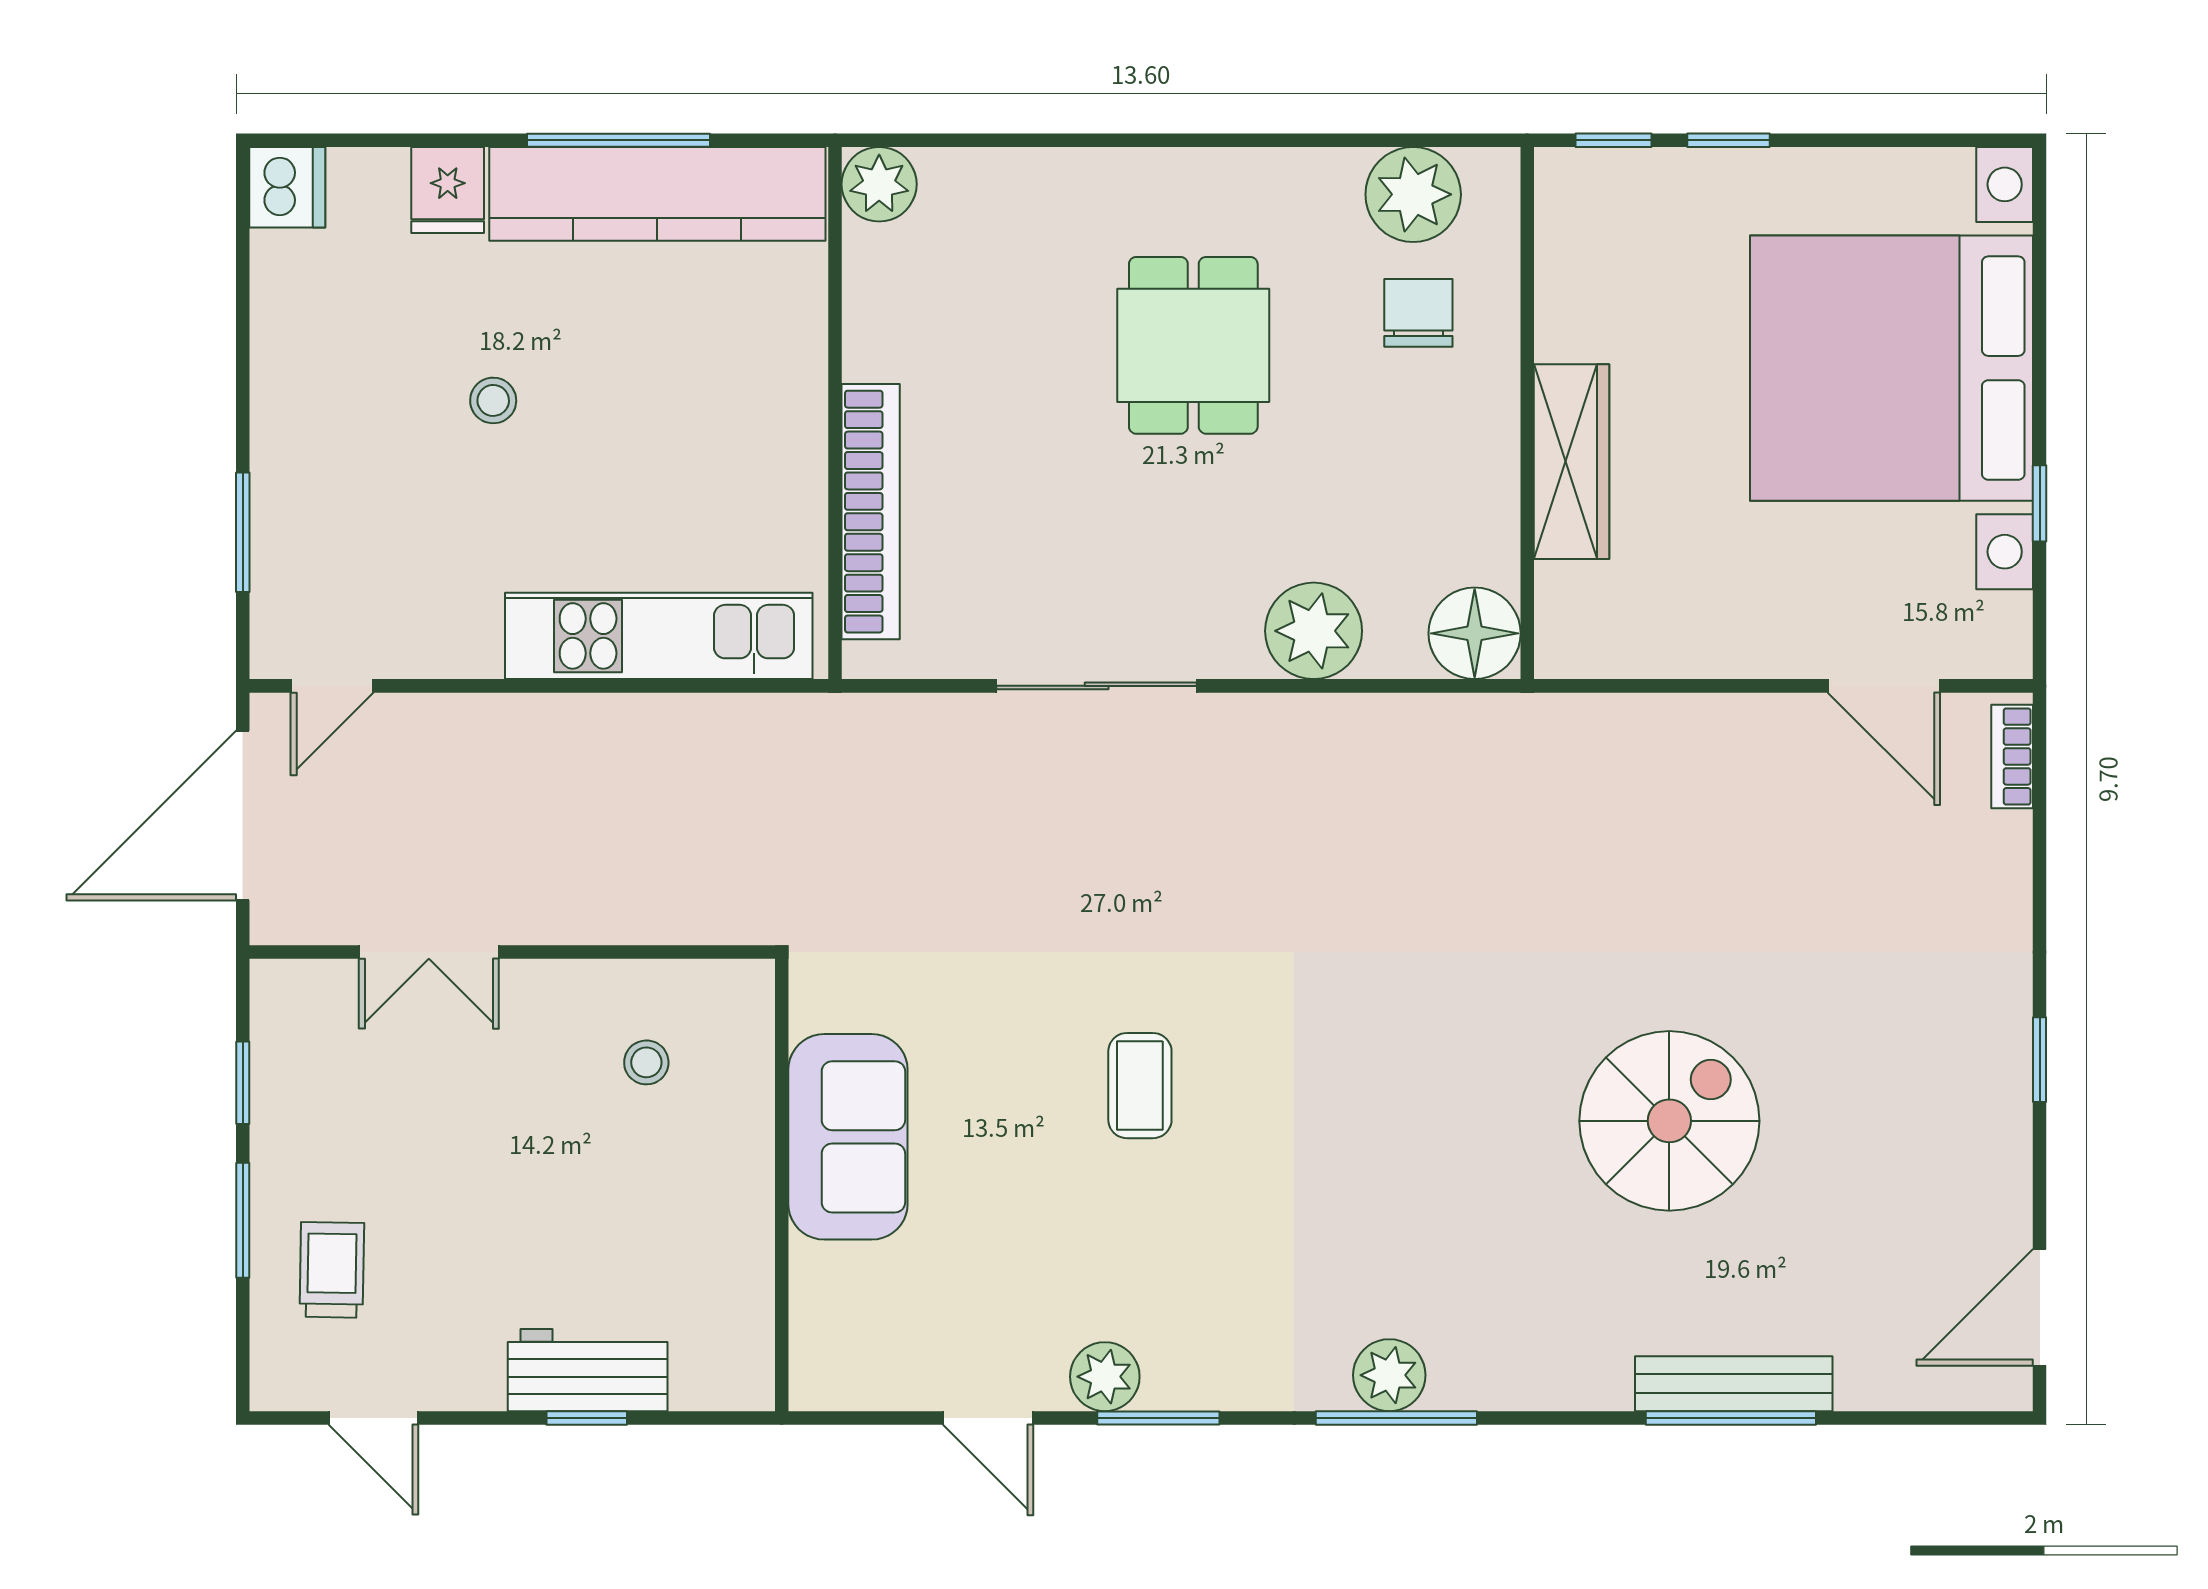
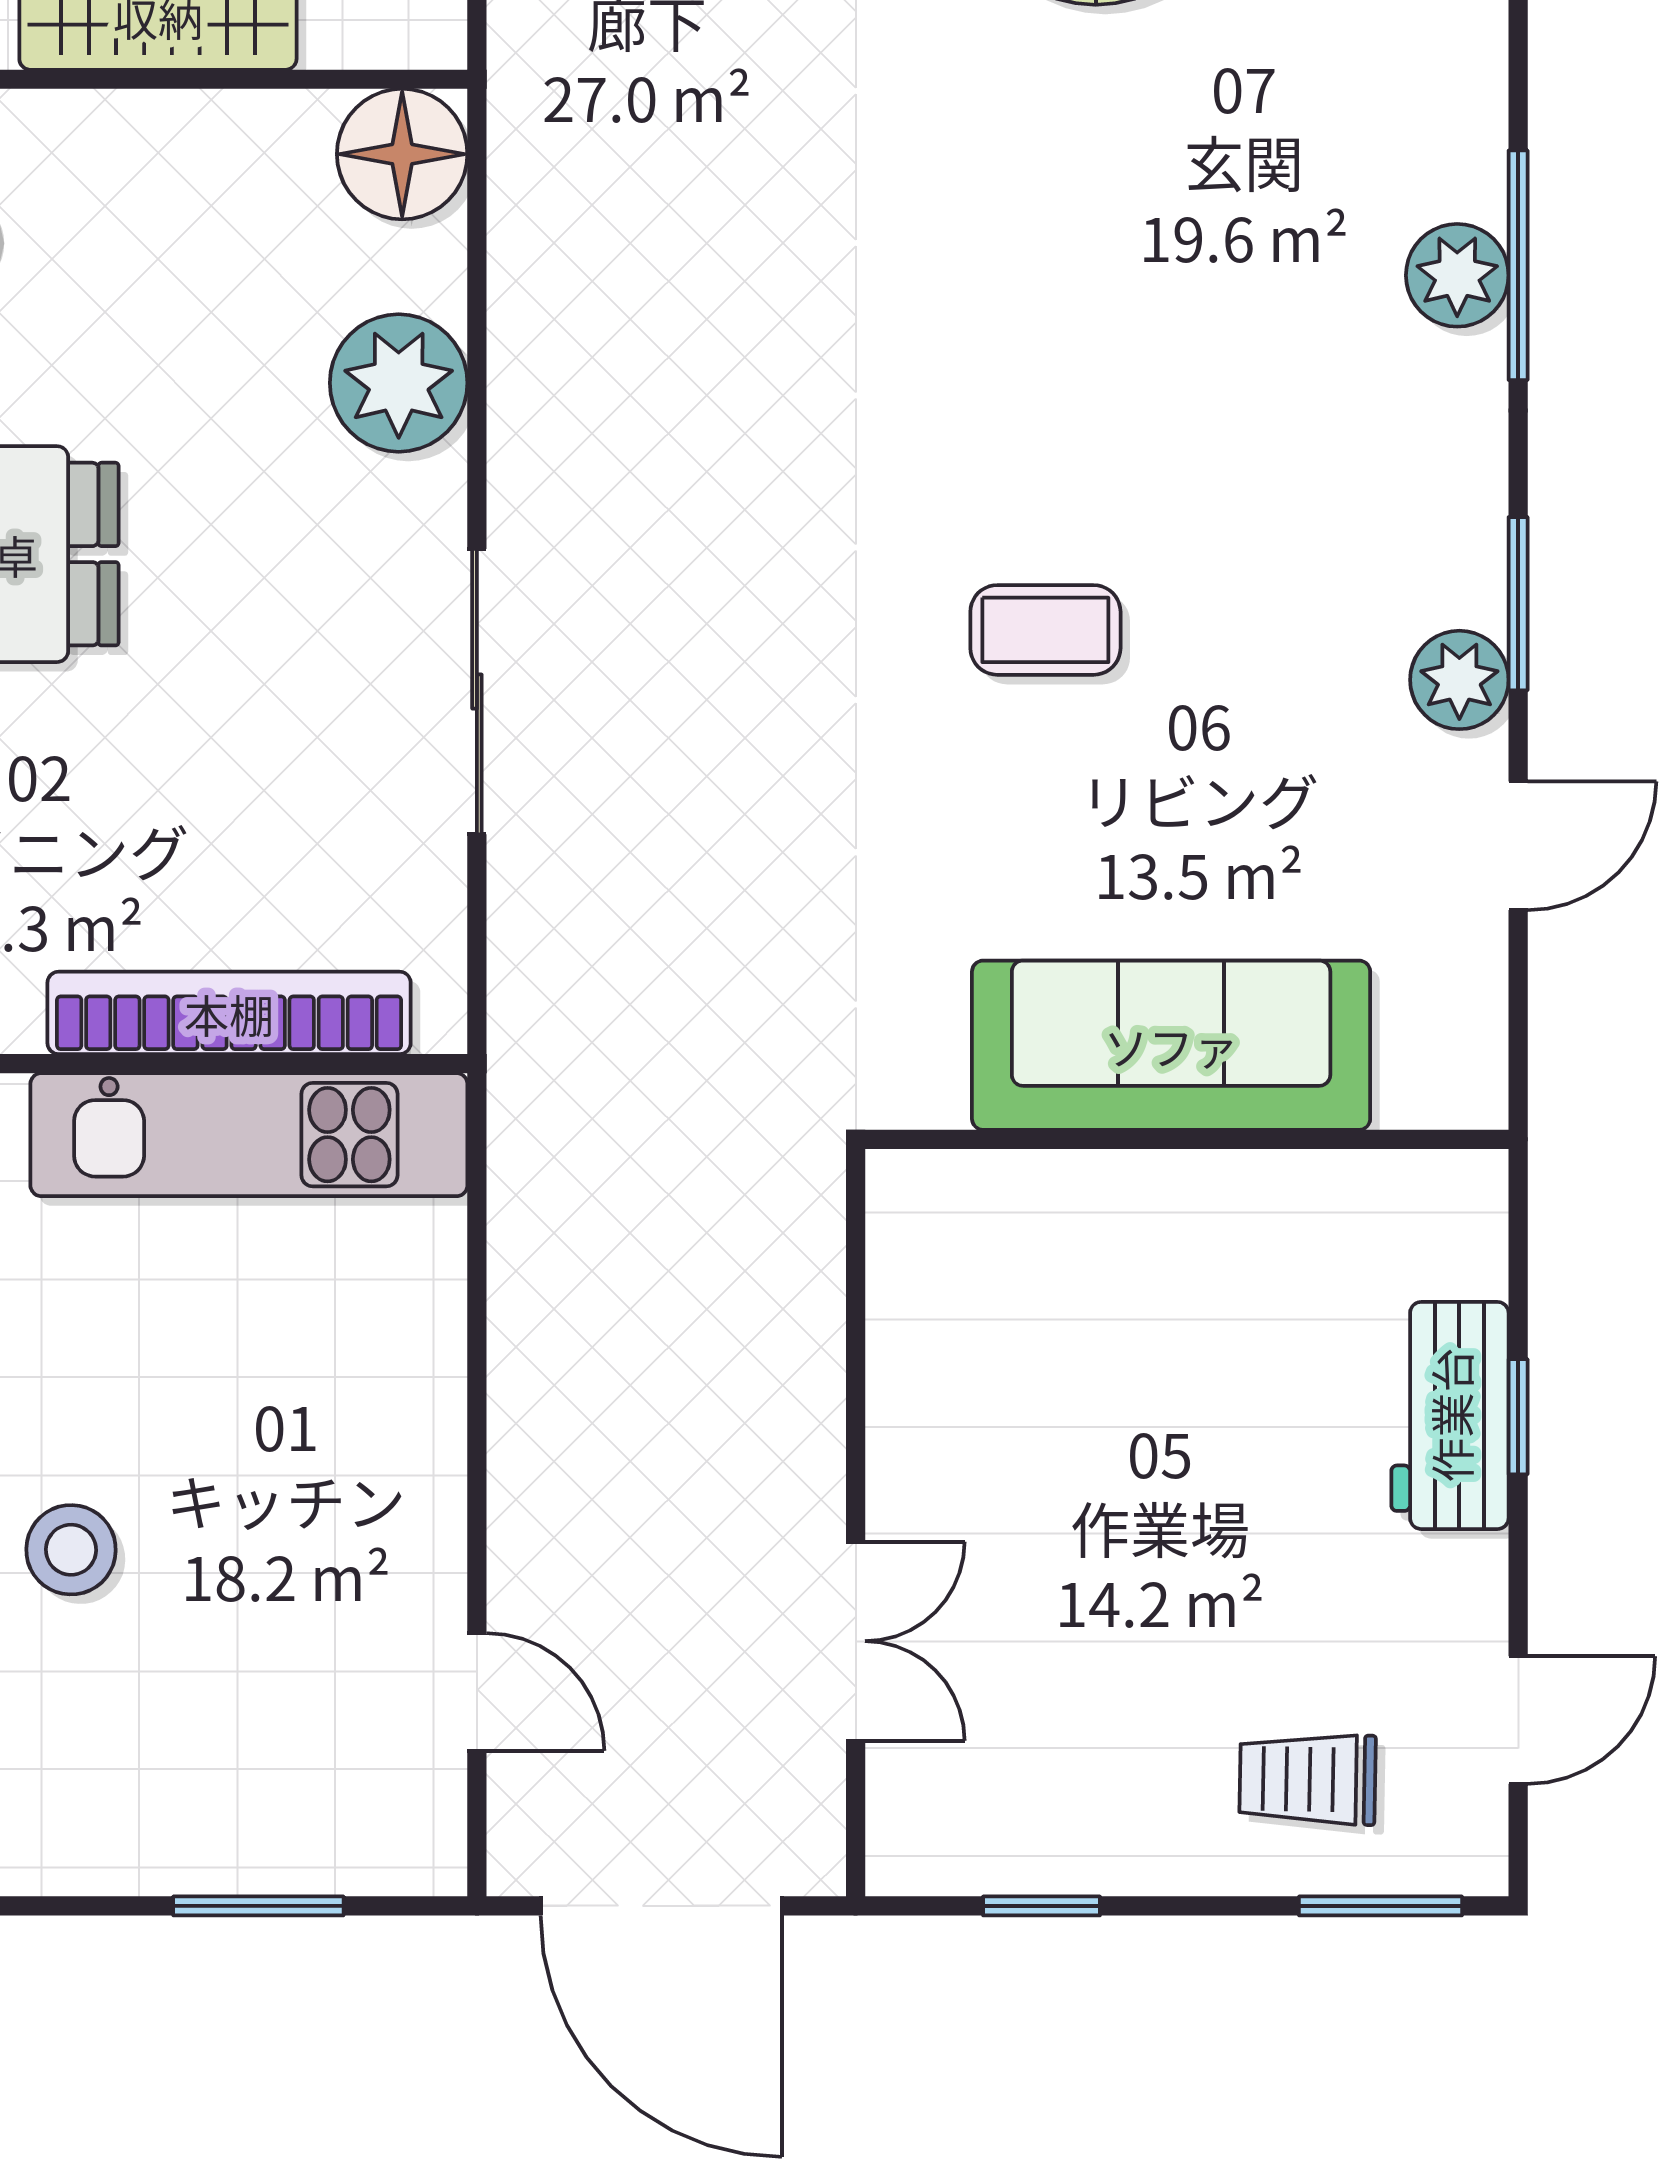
stool: (493, 400) -> (71, 1550), width x1.37, depth x1.37
kitchen unit: (659, 636) -> (249, 1135), moved, turned -90
door: (332, 686) -> (477, 1692), moved
stool: (646, 1062) -> (1012, 1332), removed
sofa: (848, 1137) -> (1171, 1045), width x1.36
window: (243, 1220) -> (1381, 1906), moved

